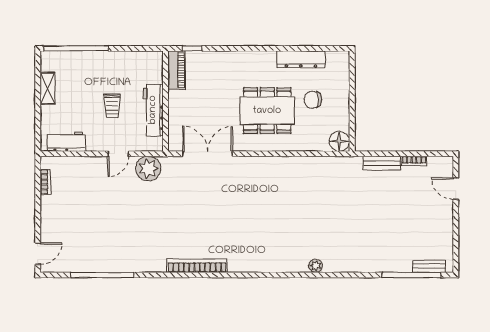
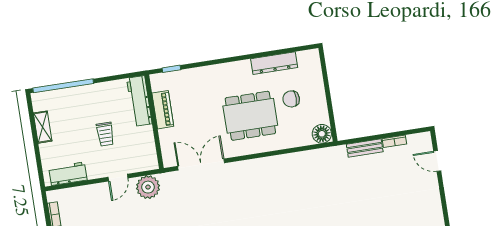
piano: (177, 70) -> (163, 110), moved
workbench: (153, 110) -> (139, 101), moved

